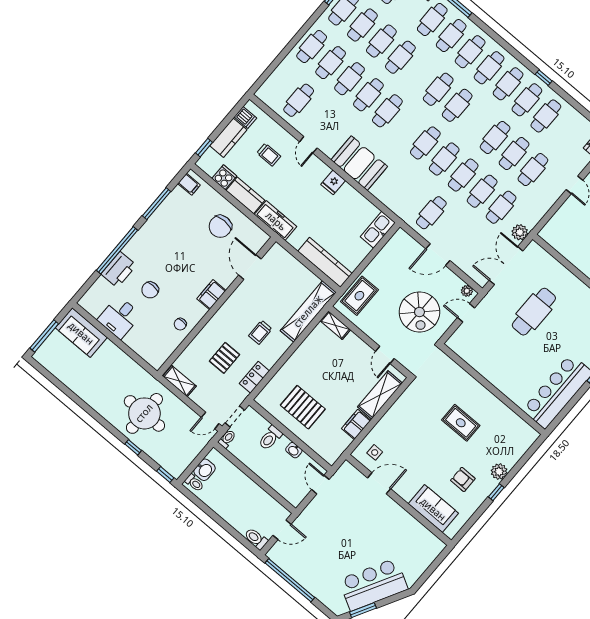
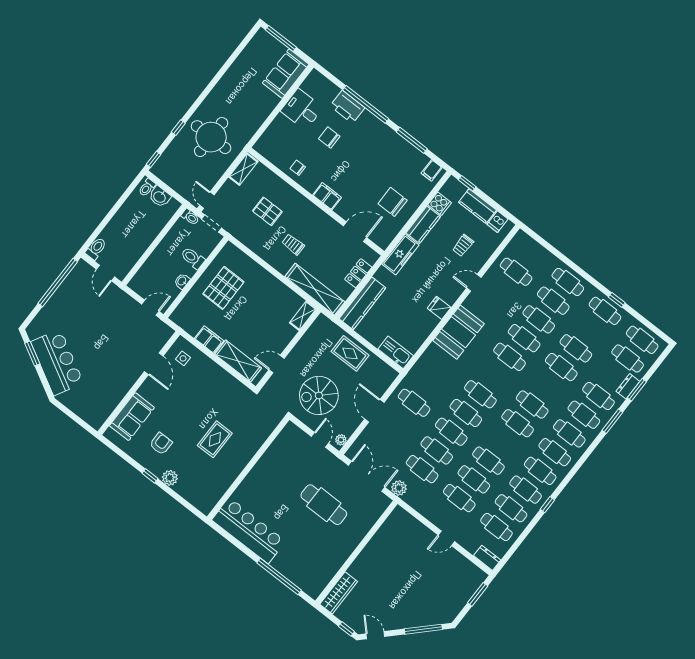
cafe table: (362, 25) -> (496, 527), moved
rug: (359, 296) -> (350, 353), moved
locker: (254, 377) -> (358, 273), moved, turned -90

